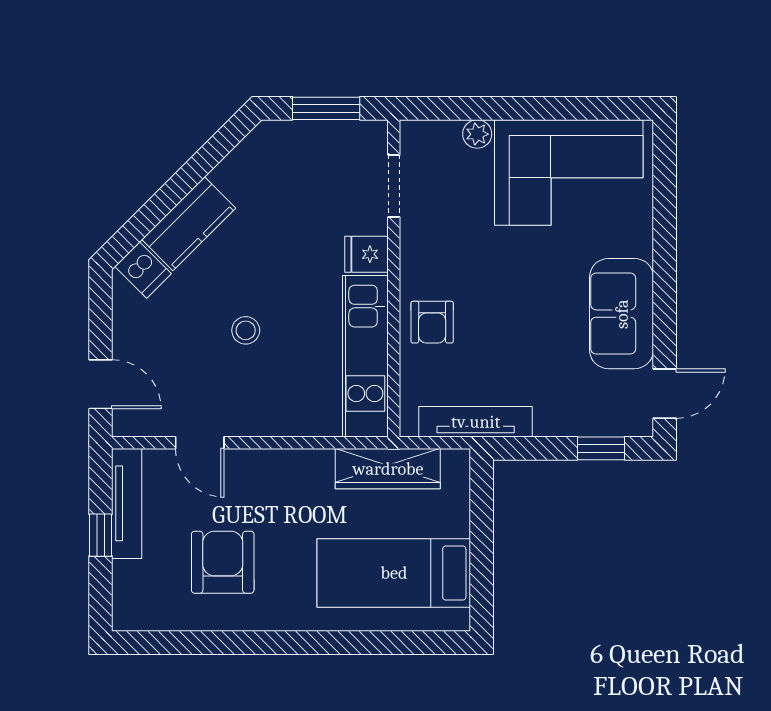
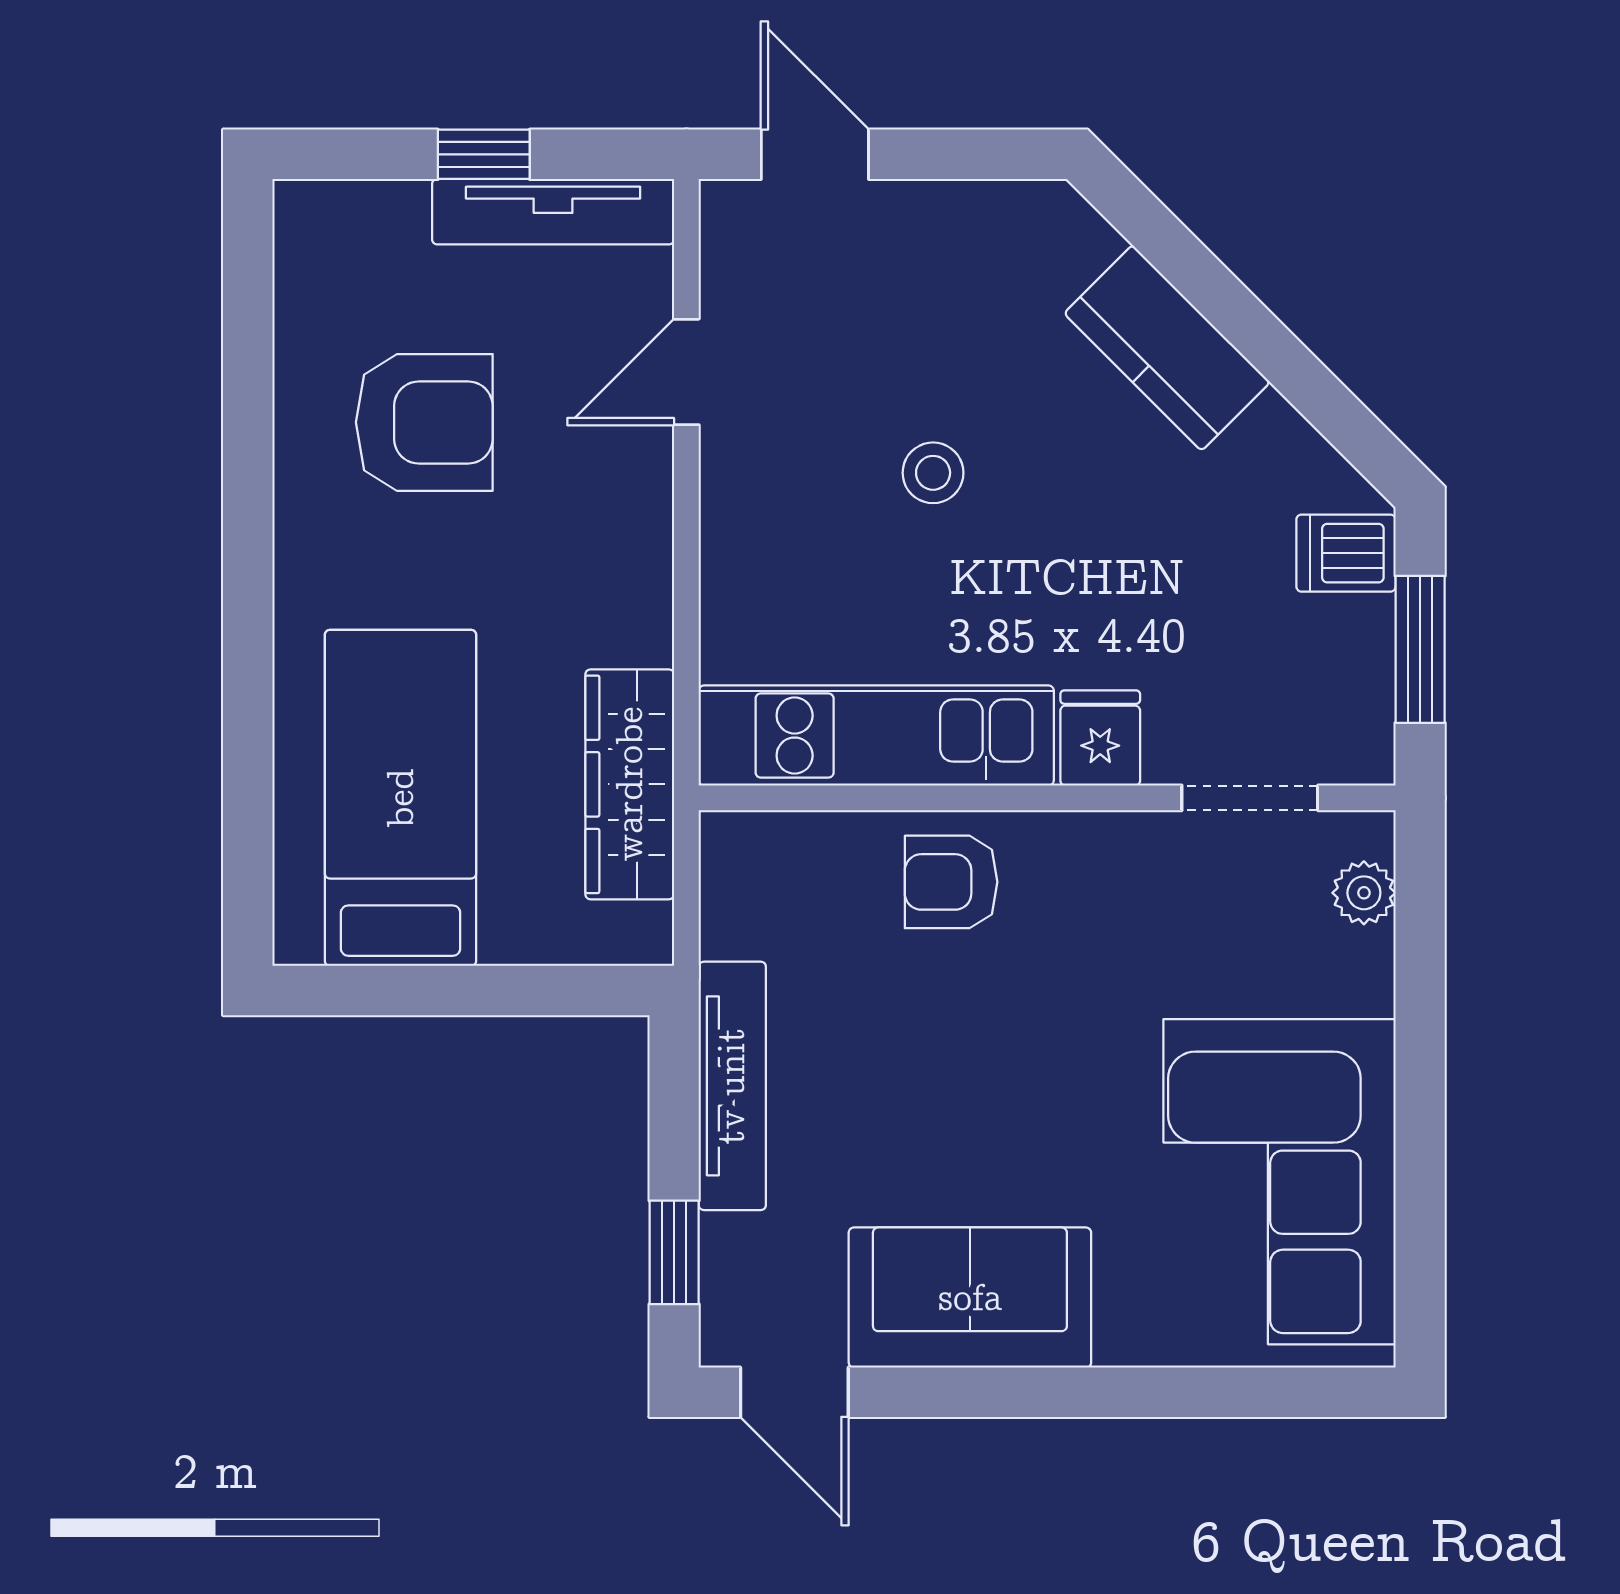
plant: (477, 134) -> (1364, 893), moved
dishwasher: (143, 270) -> (1346, 553), moved, turned 45
door: (101, 384) -> (815, 154), swing flipped
tv unit: (476, 422) -> (732, 1086), moved

